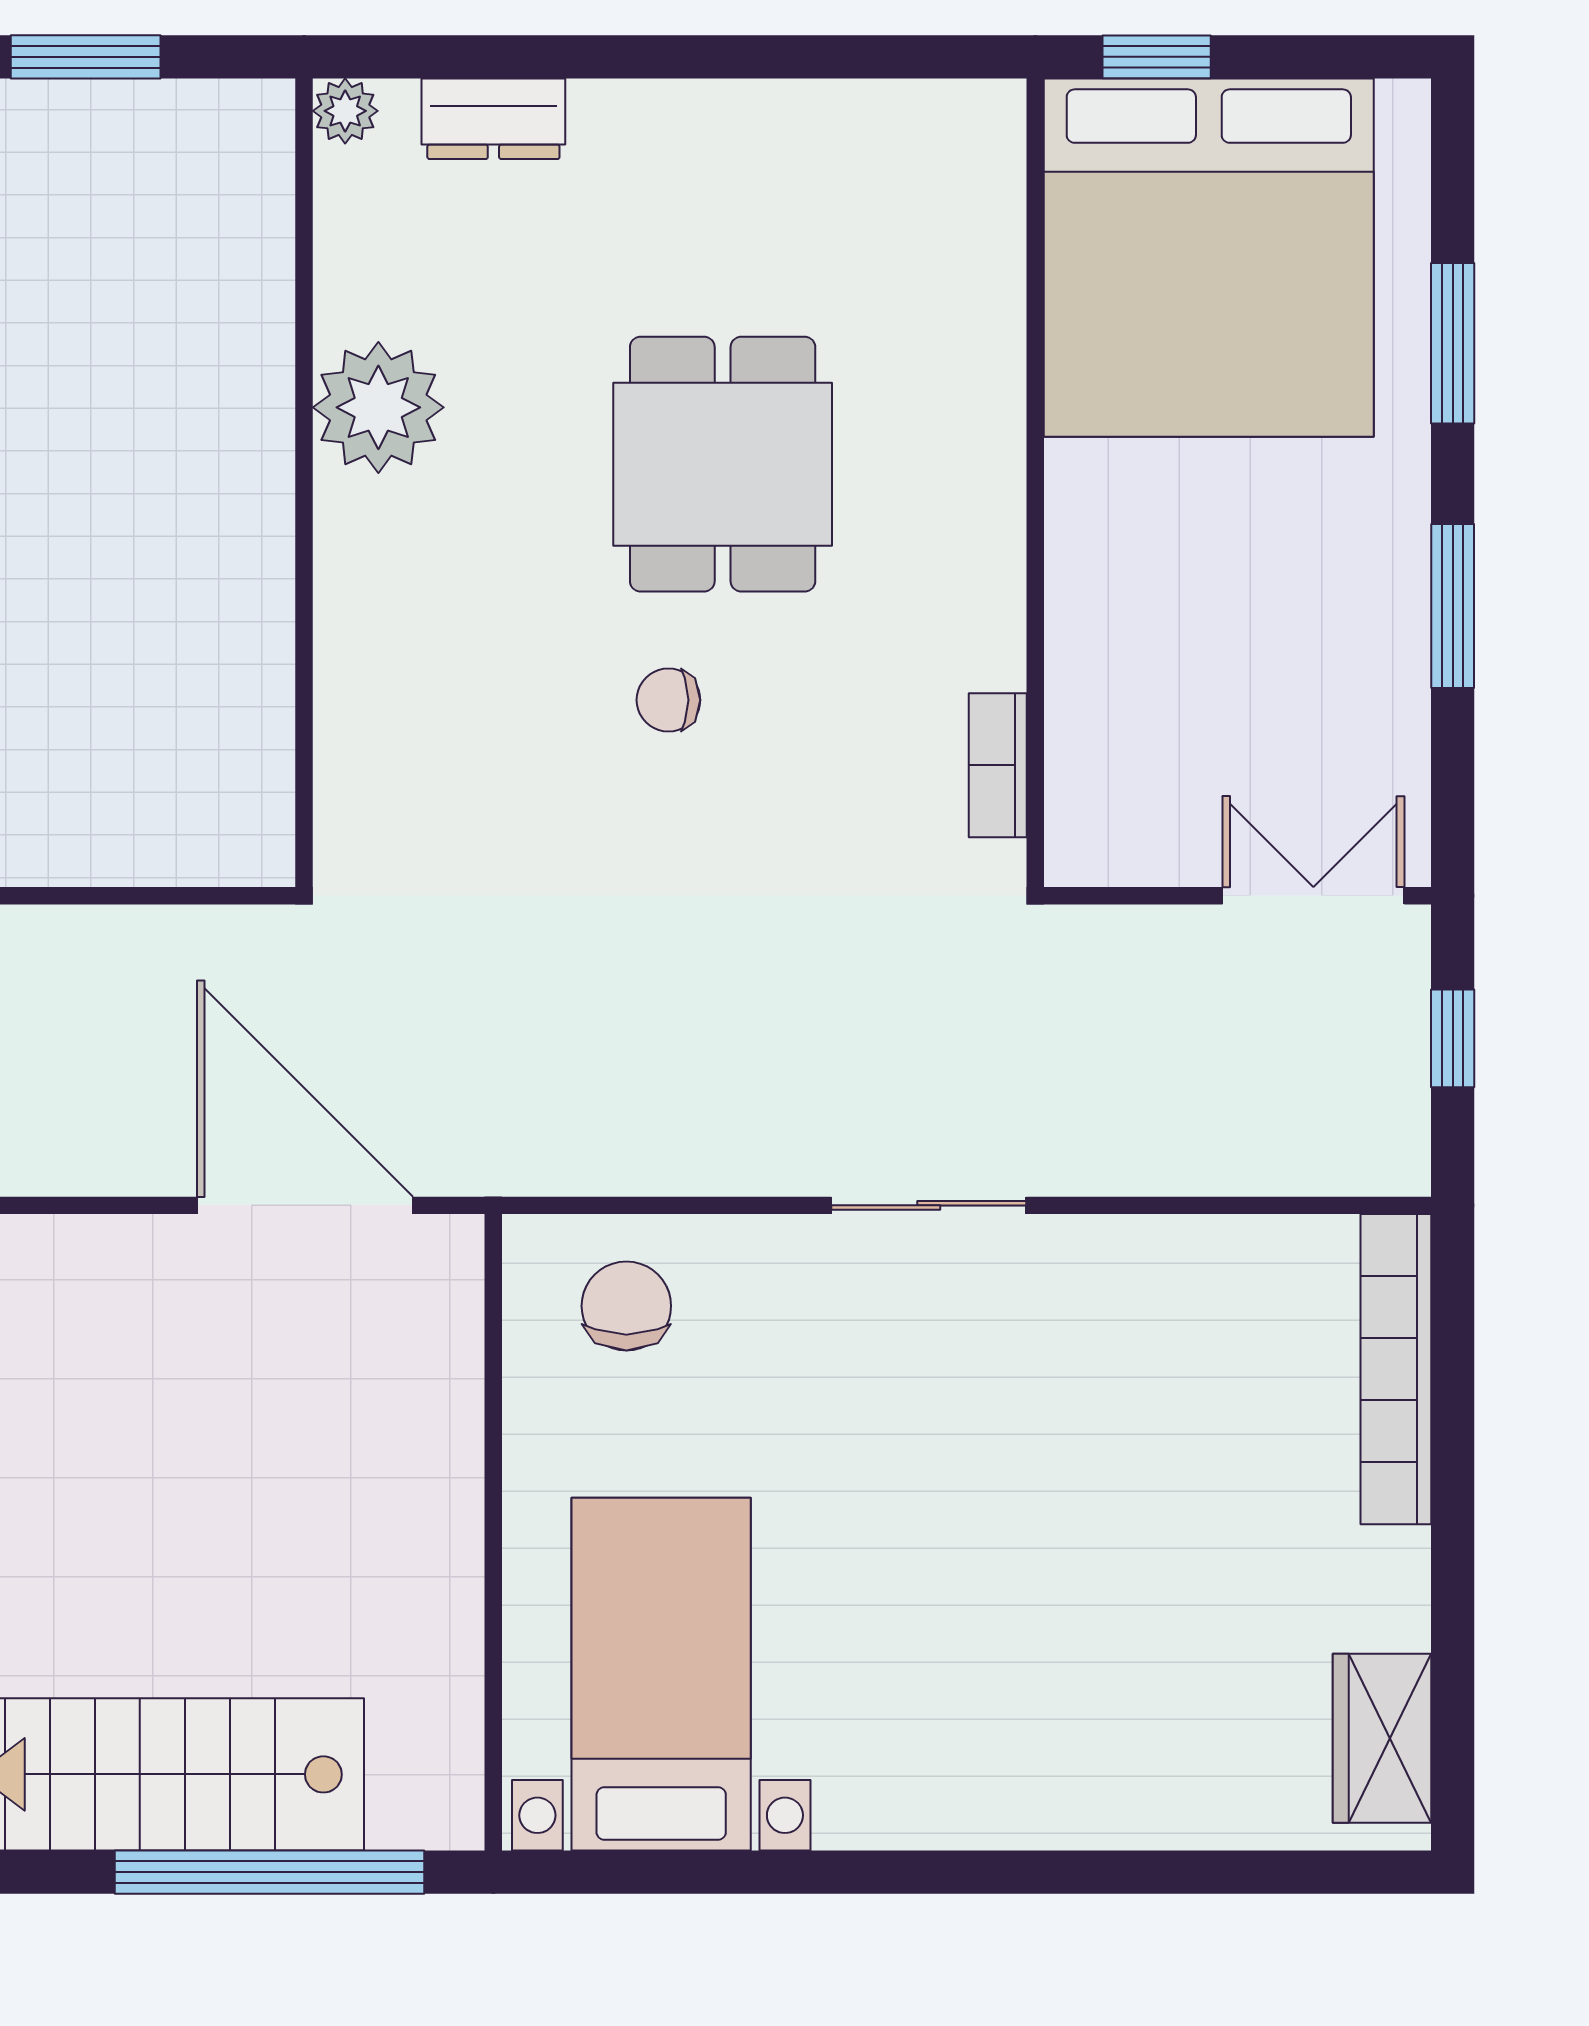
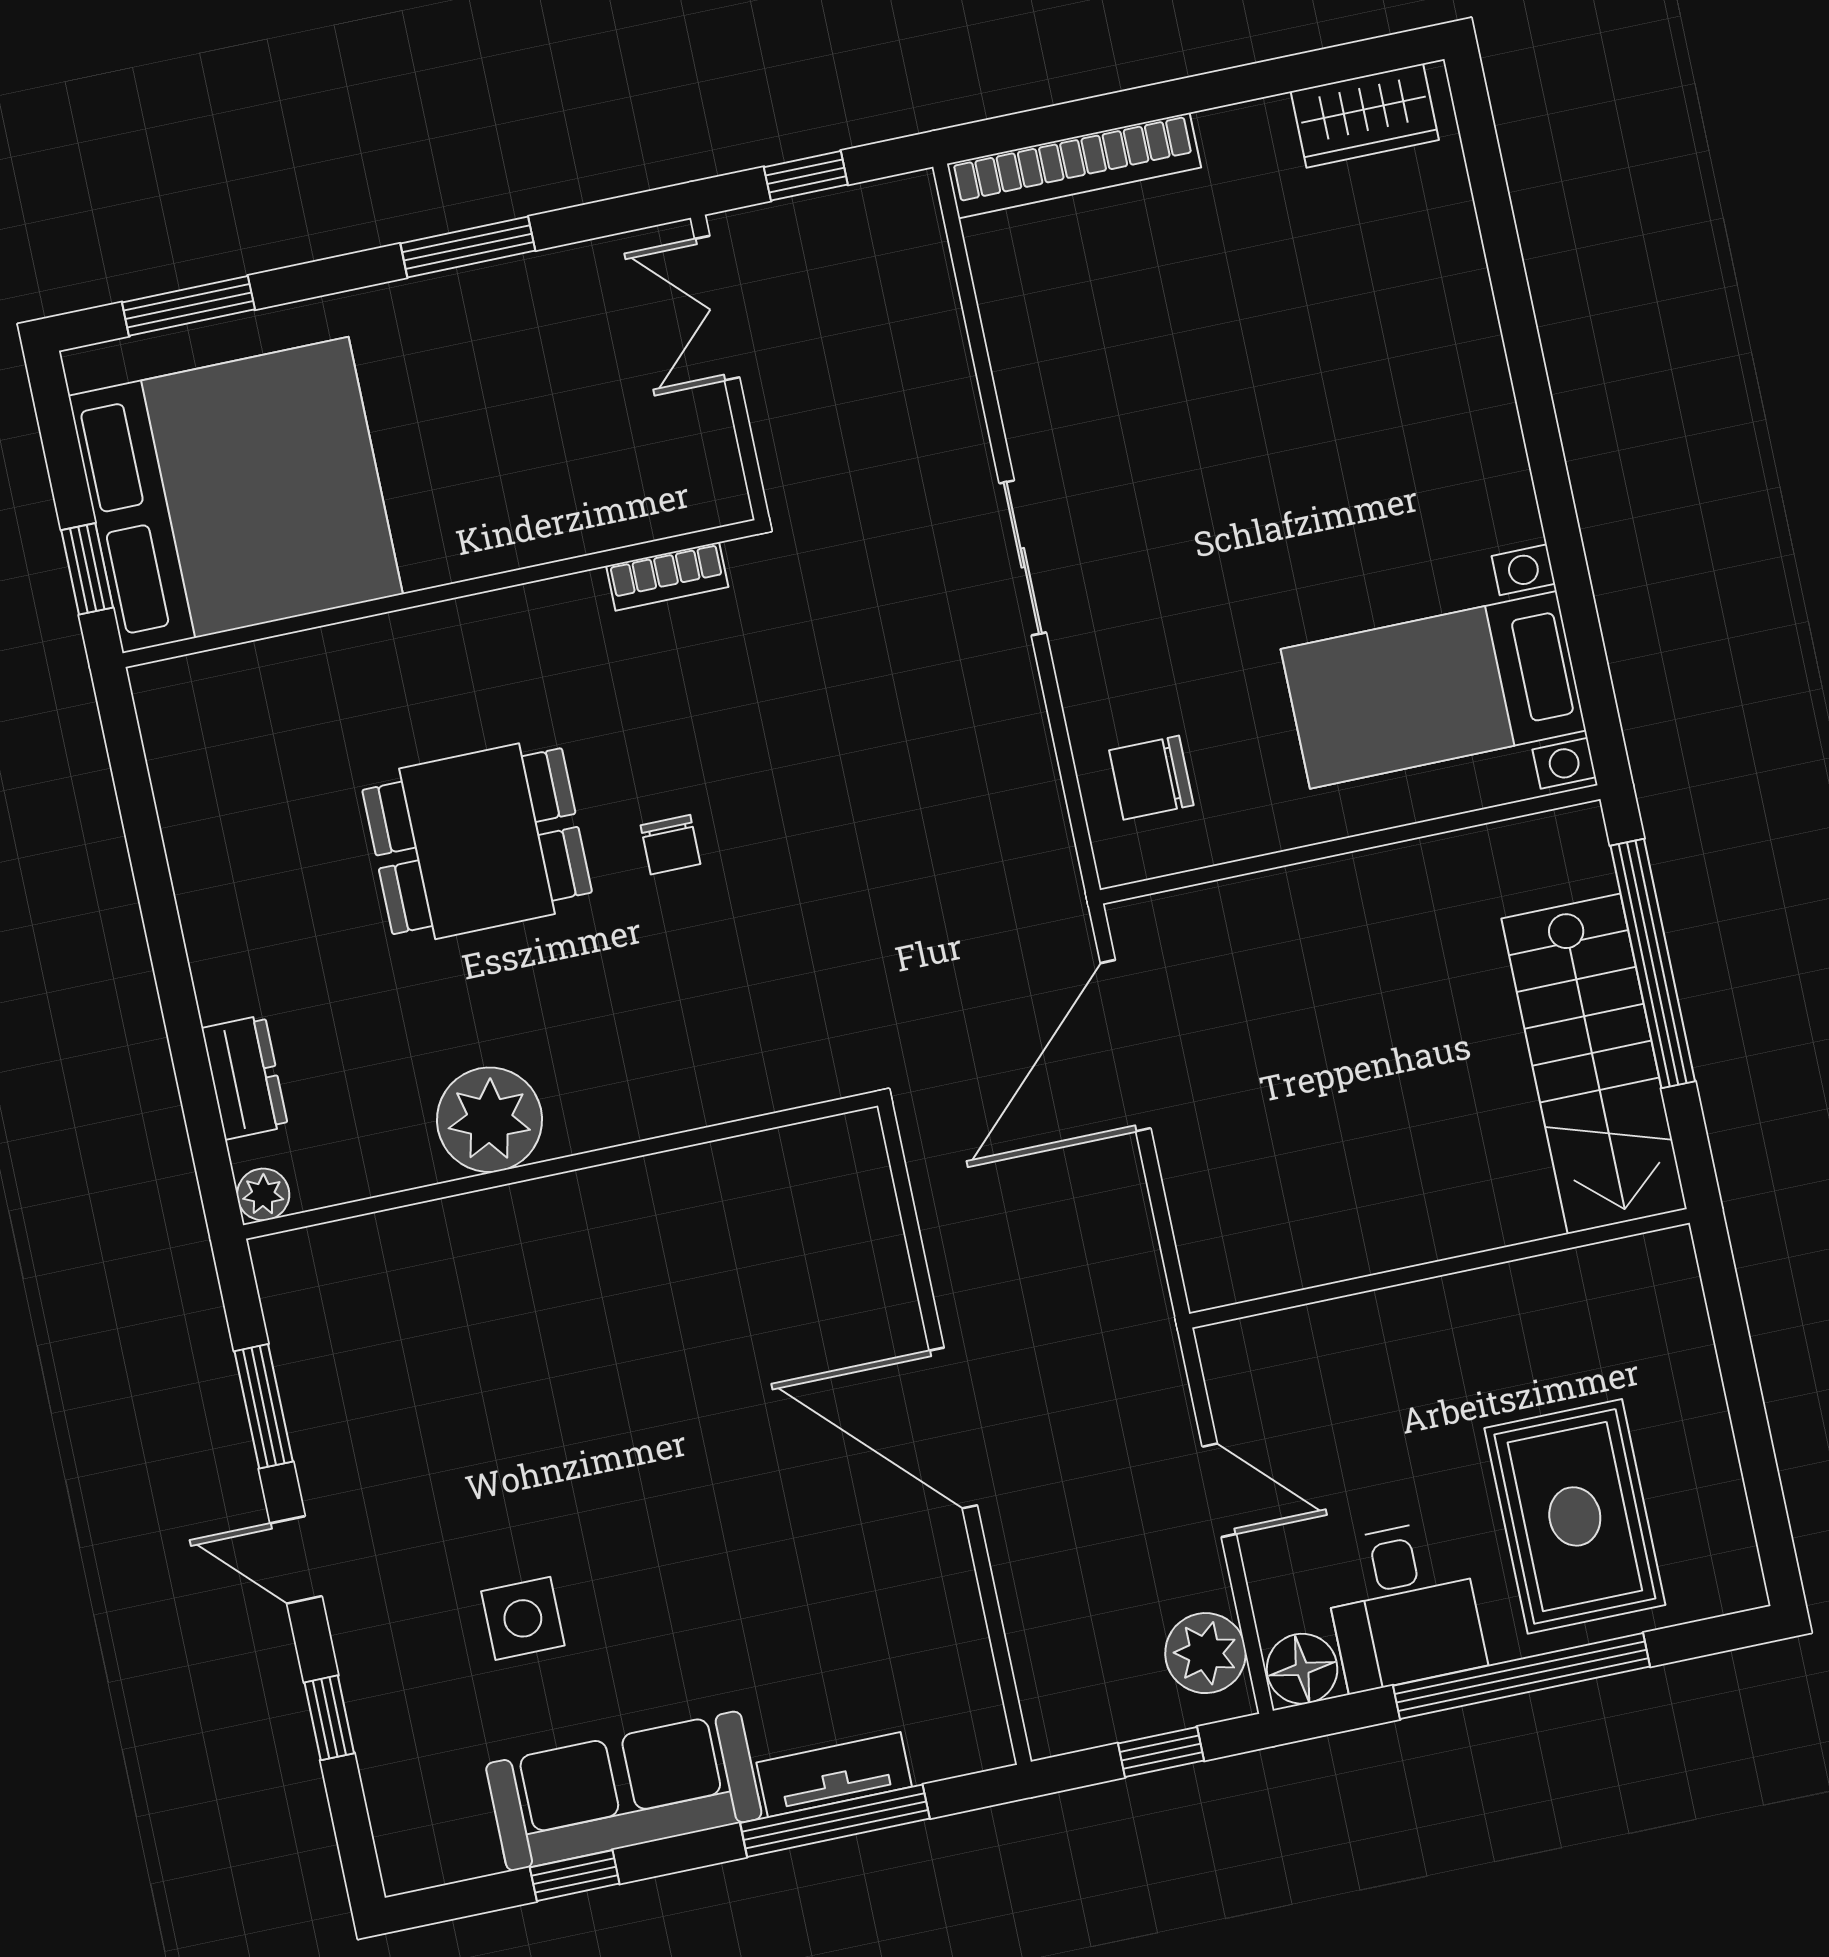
window: (1453, 343) -> (188, 306), moved

